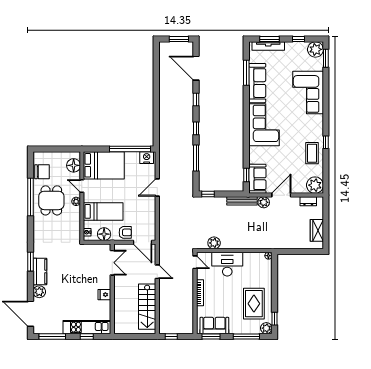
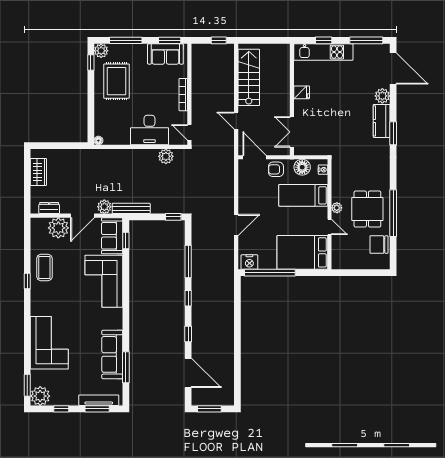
corner sofa: (264, 125) -> (104, 281), moved
floor lamp: (74, 165) -> (340, 252), removed
plant: (315, 185) -> (58, 228), moved

